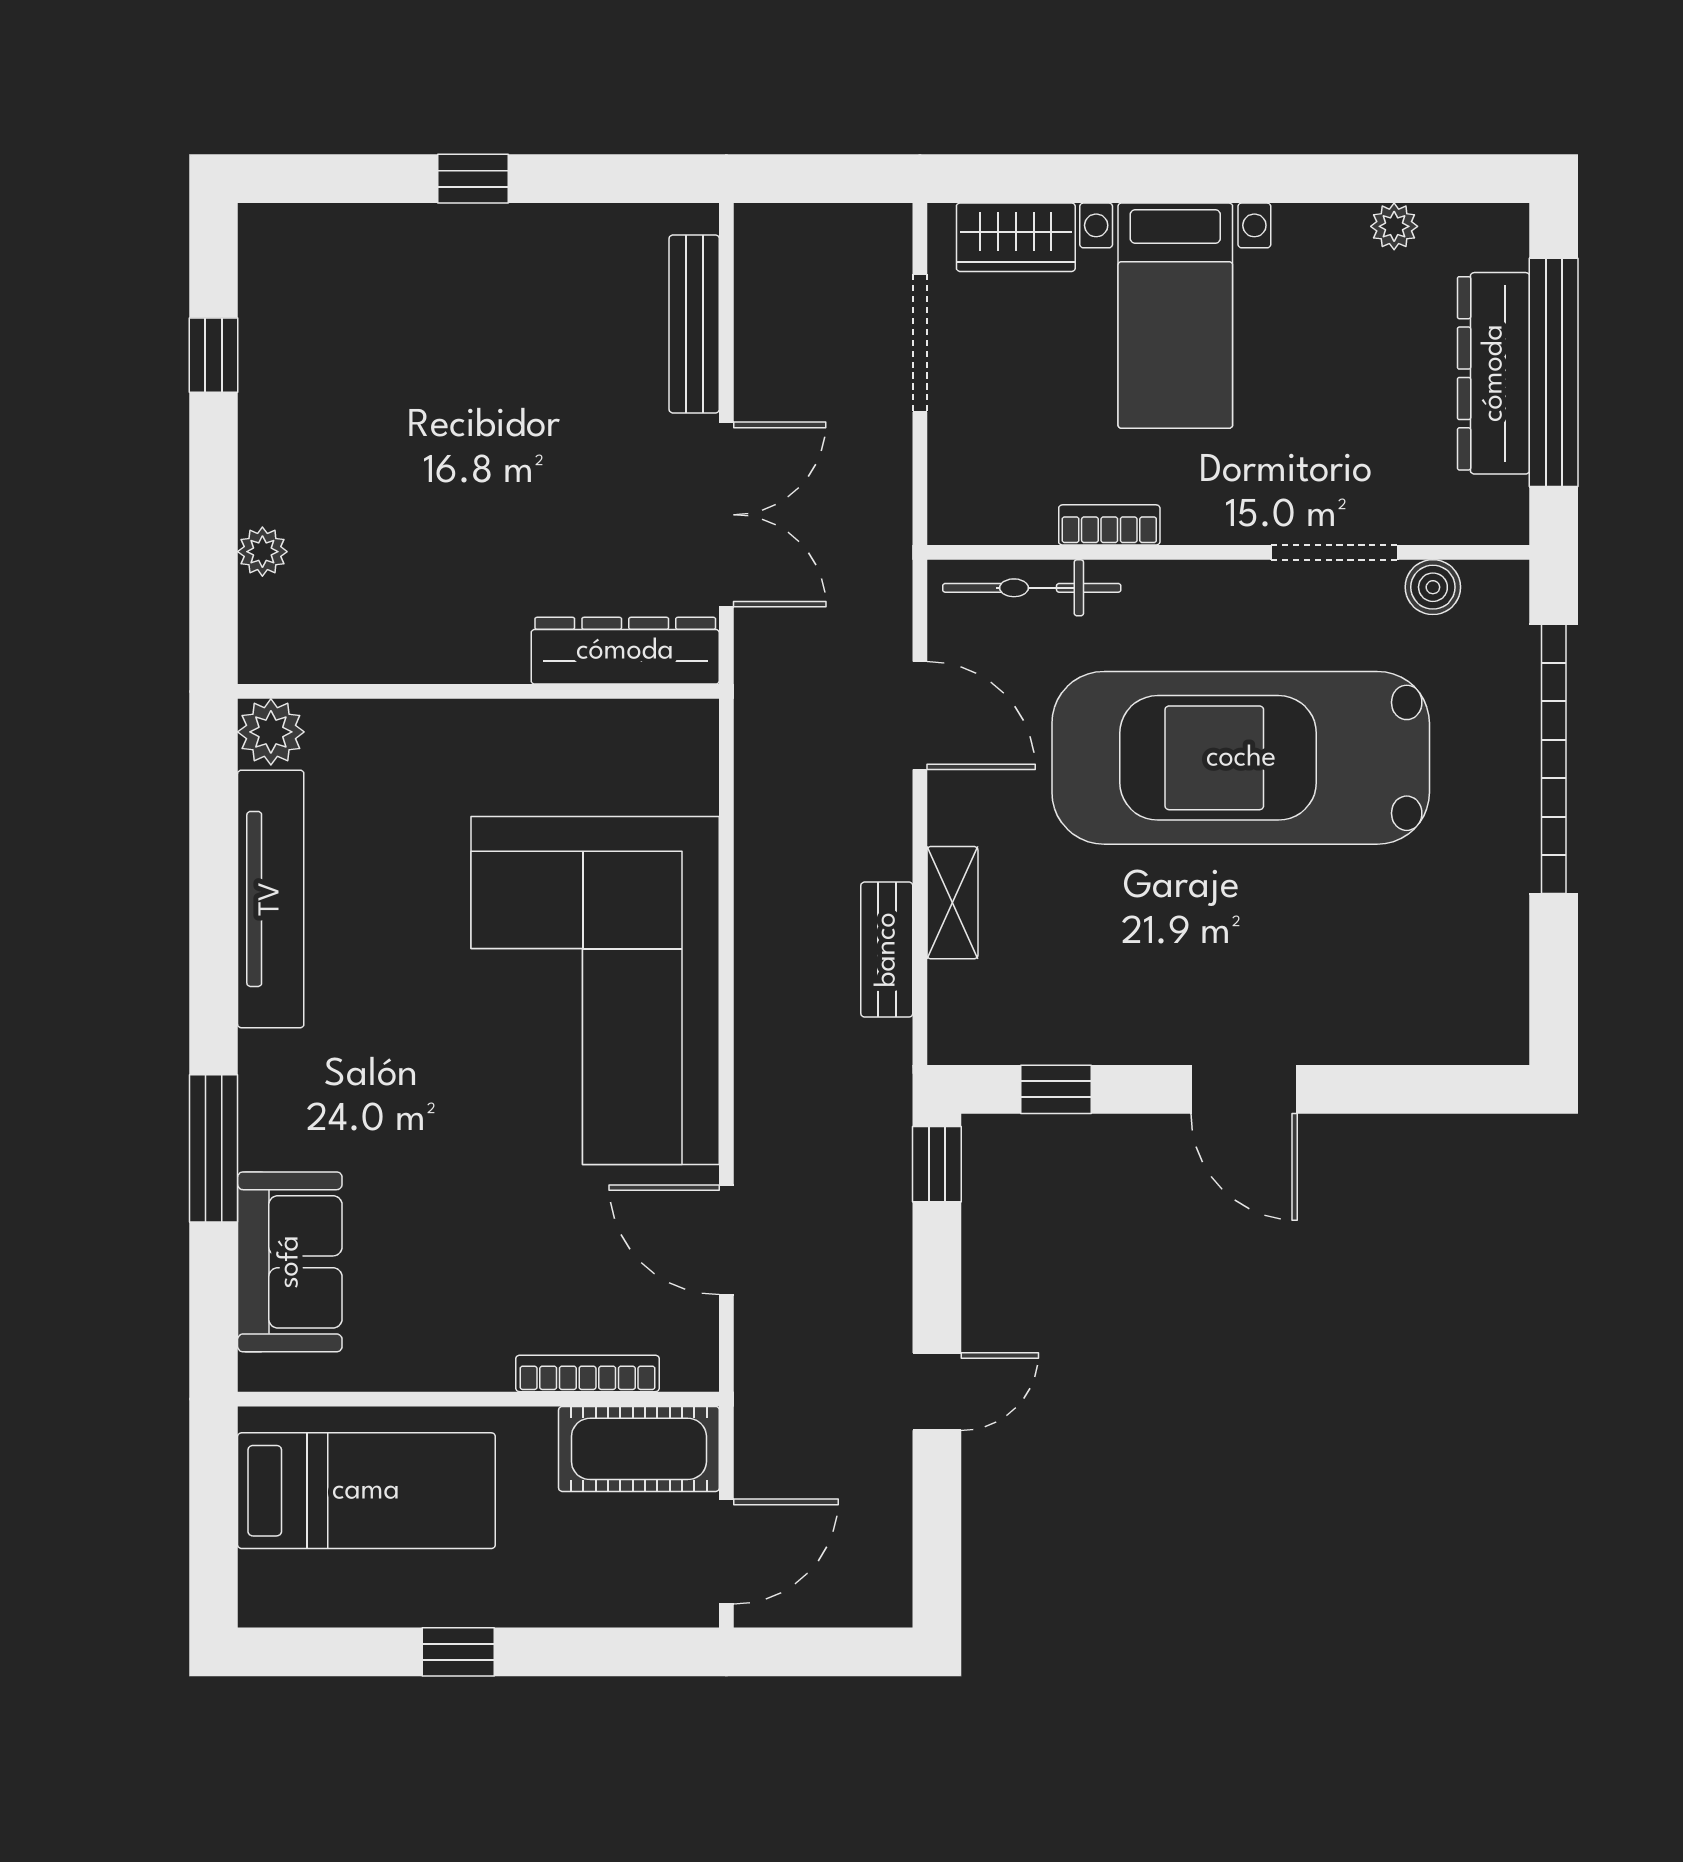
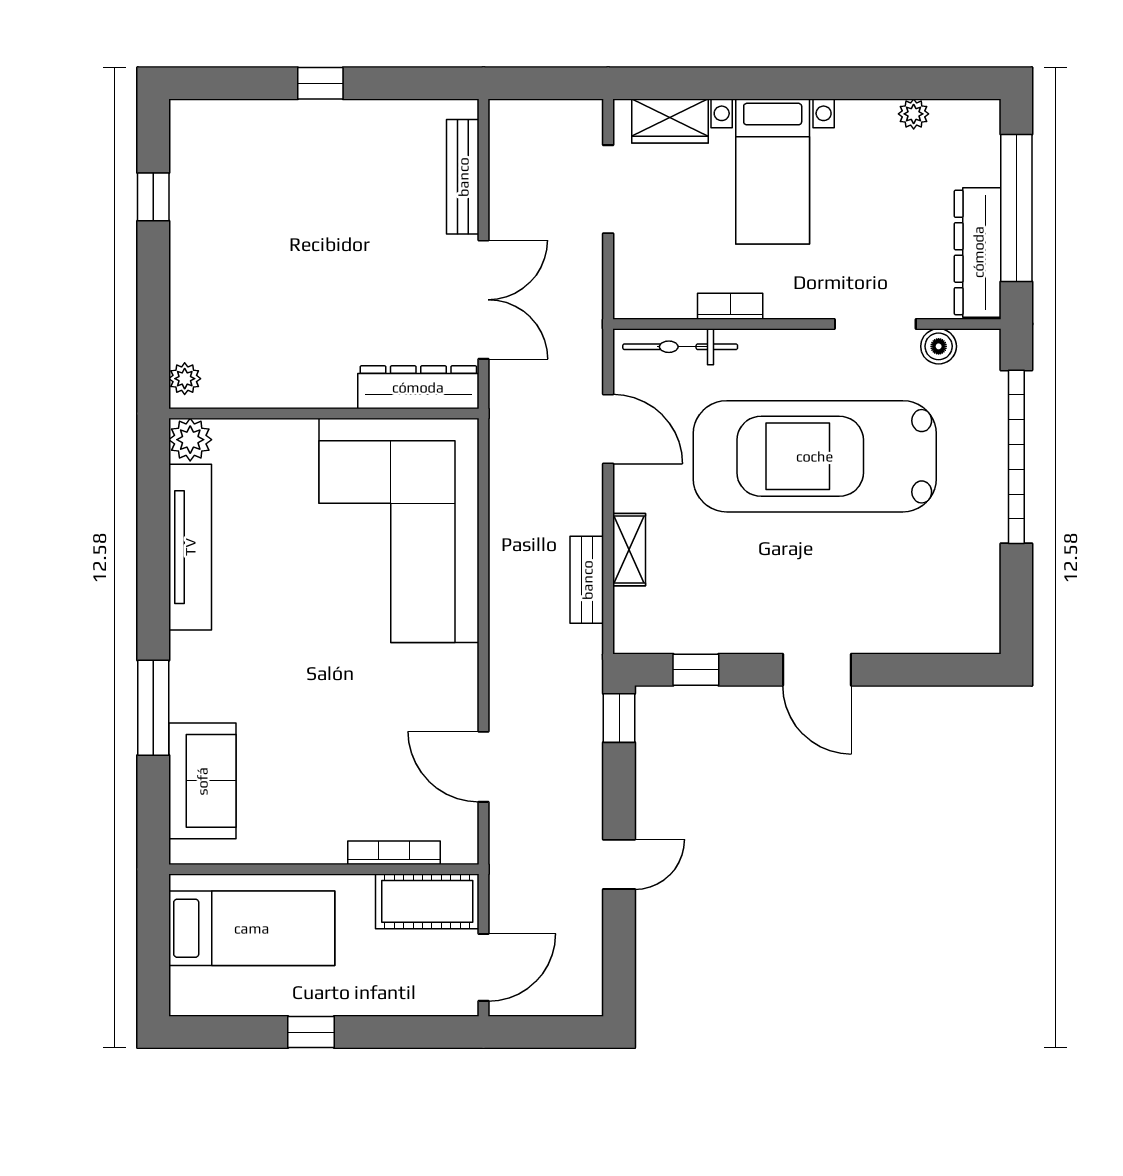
dresser: (1494, 373) -> (978, 252), moved
plant: (262, 552) -> (185, 379), moved
corner sofa: (595, 990) -> (399, 530), moved

